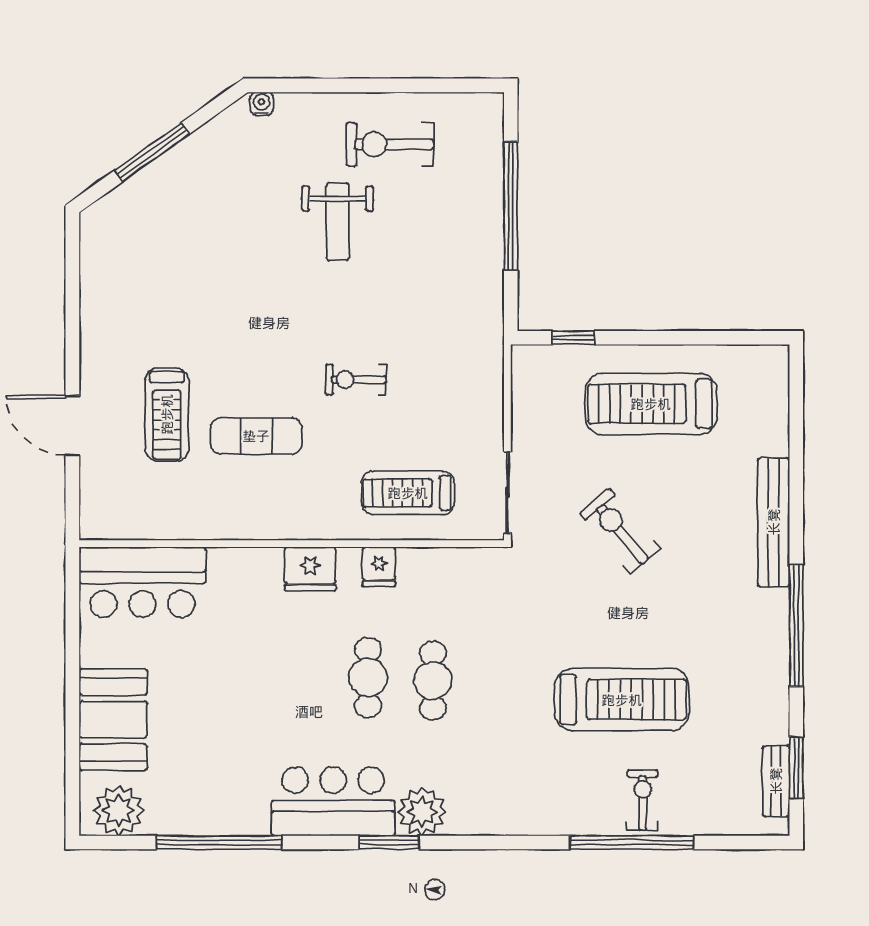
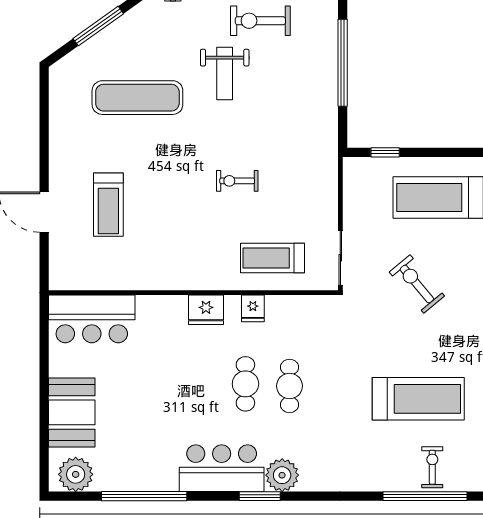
exercise mat: (256, 436) -> (137, 98), moved, width x1.36, depth x1.45

